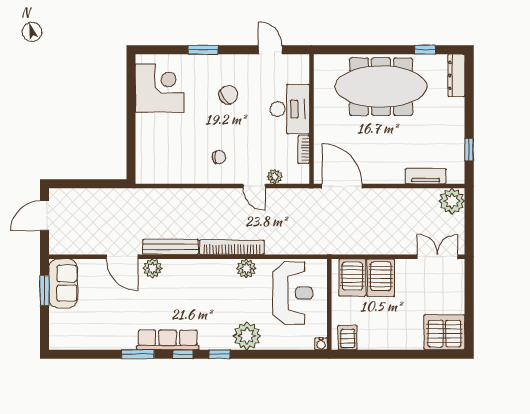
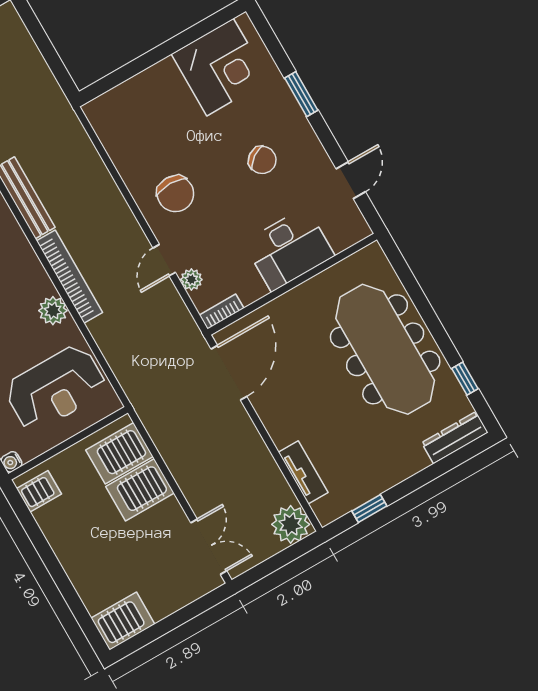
bookcase: (304, 150) -> (222, 312), moved
chair: (219, 157) -> (175, 194), width x1.87, depth x1.87
server rack: (444, 332) -> (123, 621), width x0.62

